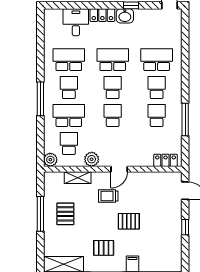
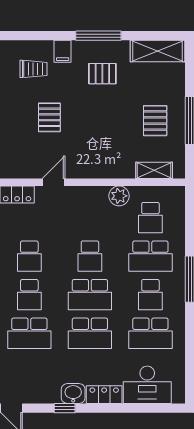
desk: (76, 22) -> (147, 385), width x1.37
school desk: (113, 88) -> (90, 295), width x1.85
plant: (50, 160) -> (176, 195), removed
door: (119, 169) -> (54, 182), moved
shelving: (78, 178) -> (154, 170), moved
trolley: (108, 196) -> (34, 69), moved
pallet: (129, 221) -> (49, 117), moved, turned 90

